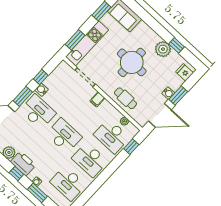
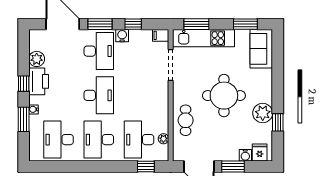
water cooler: (168, 93) -> (245, 155), moved
filing cabinet: (97, 99) -> (161, 35), moved

